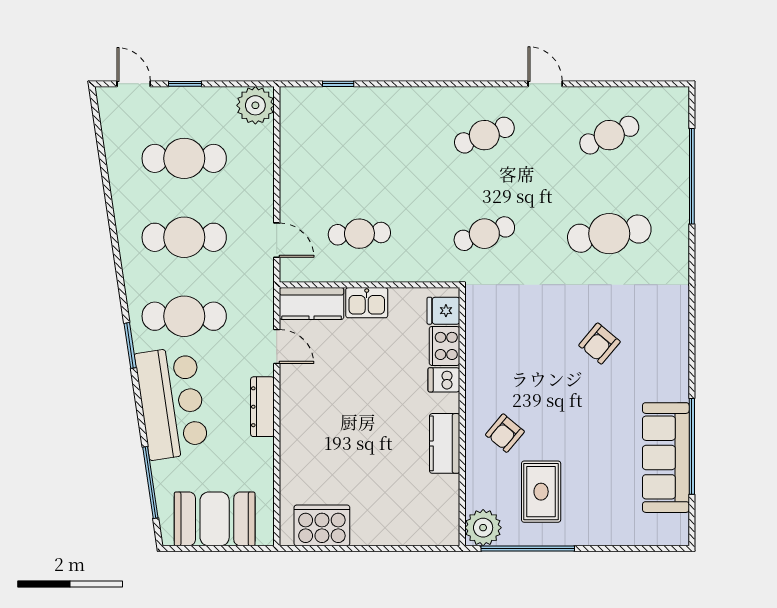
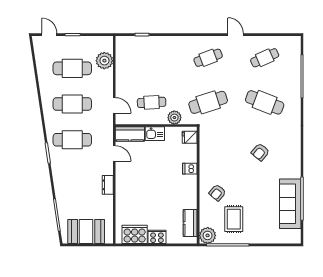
plant: (255, 105) -> (104, 61), moved
cafe table: (484, 234) -> (208, 102), width x1.37, depth x1.35
cafe table: (609, 234) -> (265, 102), turned 30
plant: (410, 267) -> (174, 118), added
cooker: (444, 346) -> (157, 237), moved, turned 90
bar counter: (172, 403) -> (67, 179), removed
dresser: (262, 407) -> (108, 185), width x0.70
kitchen counter: (445, 443) -> (190, 223), moved

